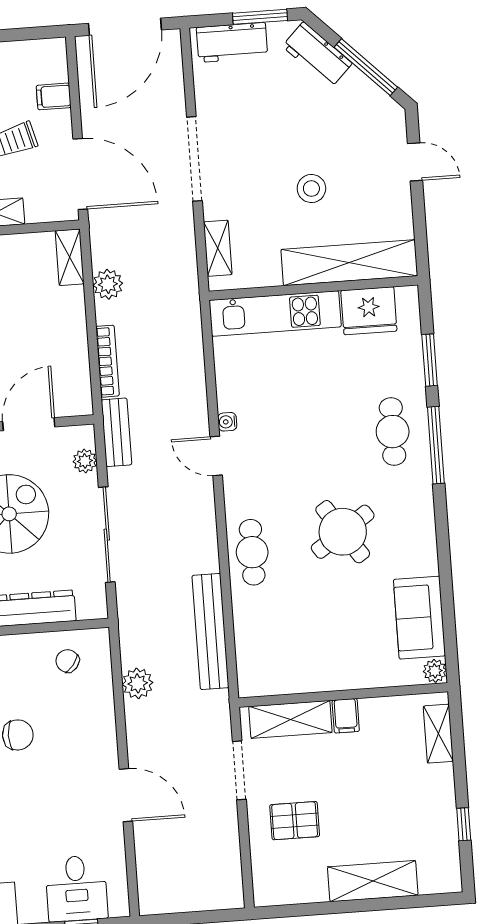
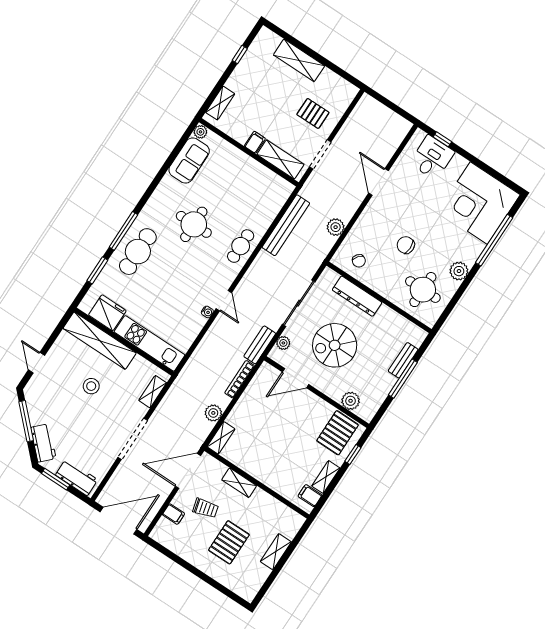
door: (80, 174) -> (188, 471), hinge flipped
cafe table: (393, 432) -> (138, 252), width x1.37, depth x1.35
round table: (343, 532) -> (194, 224), turned 34

